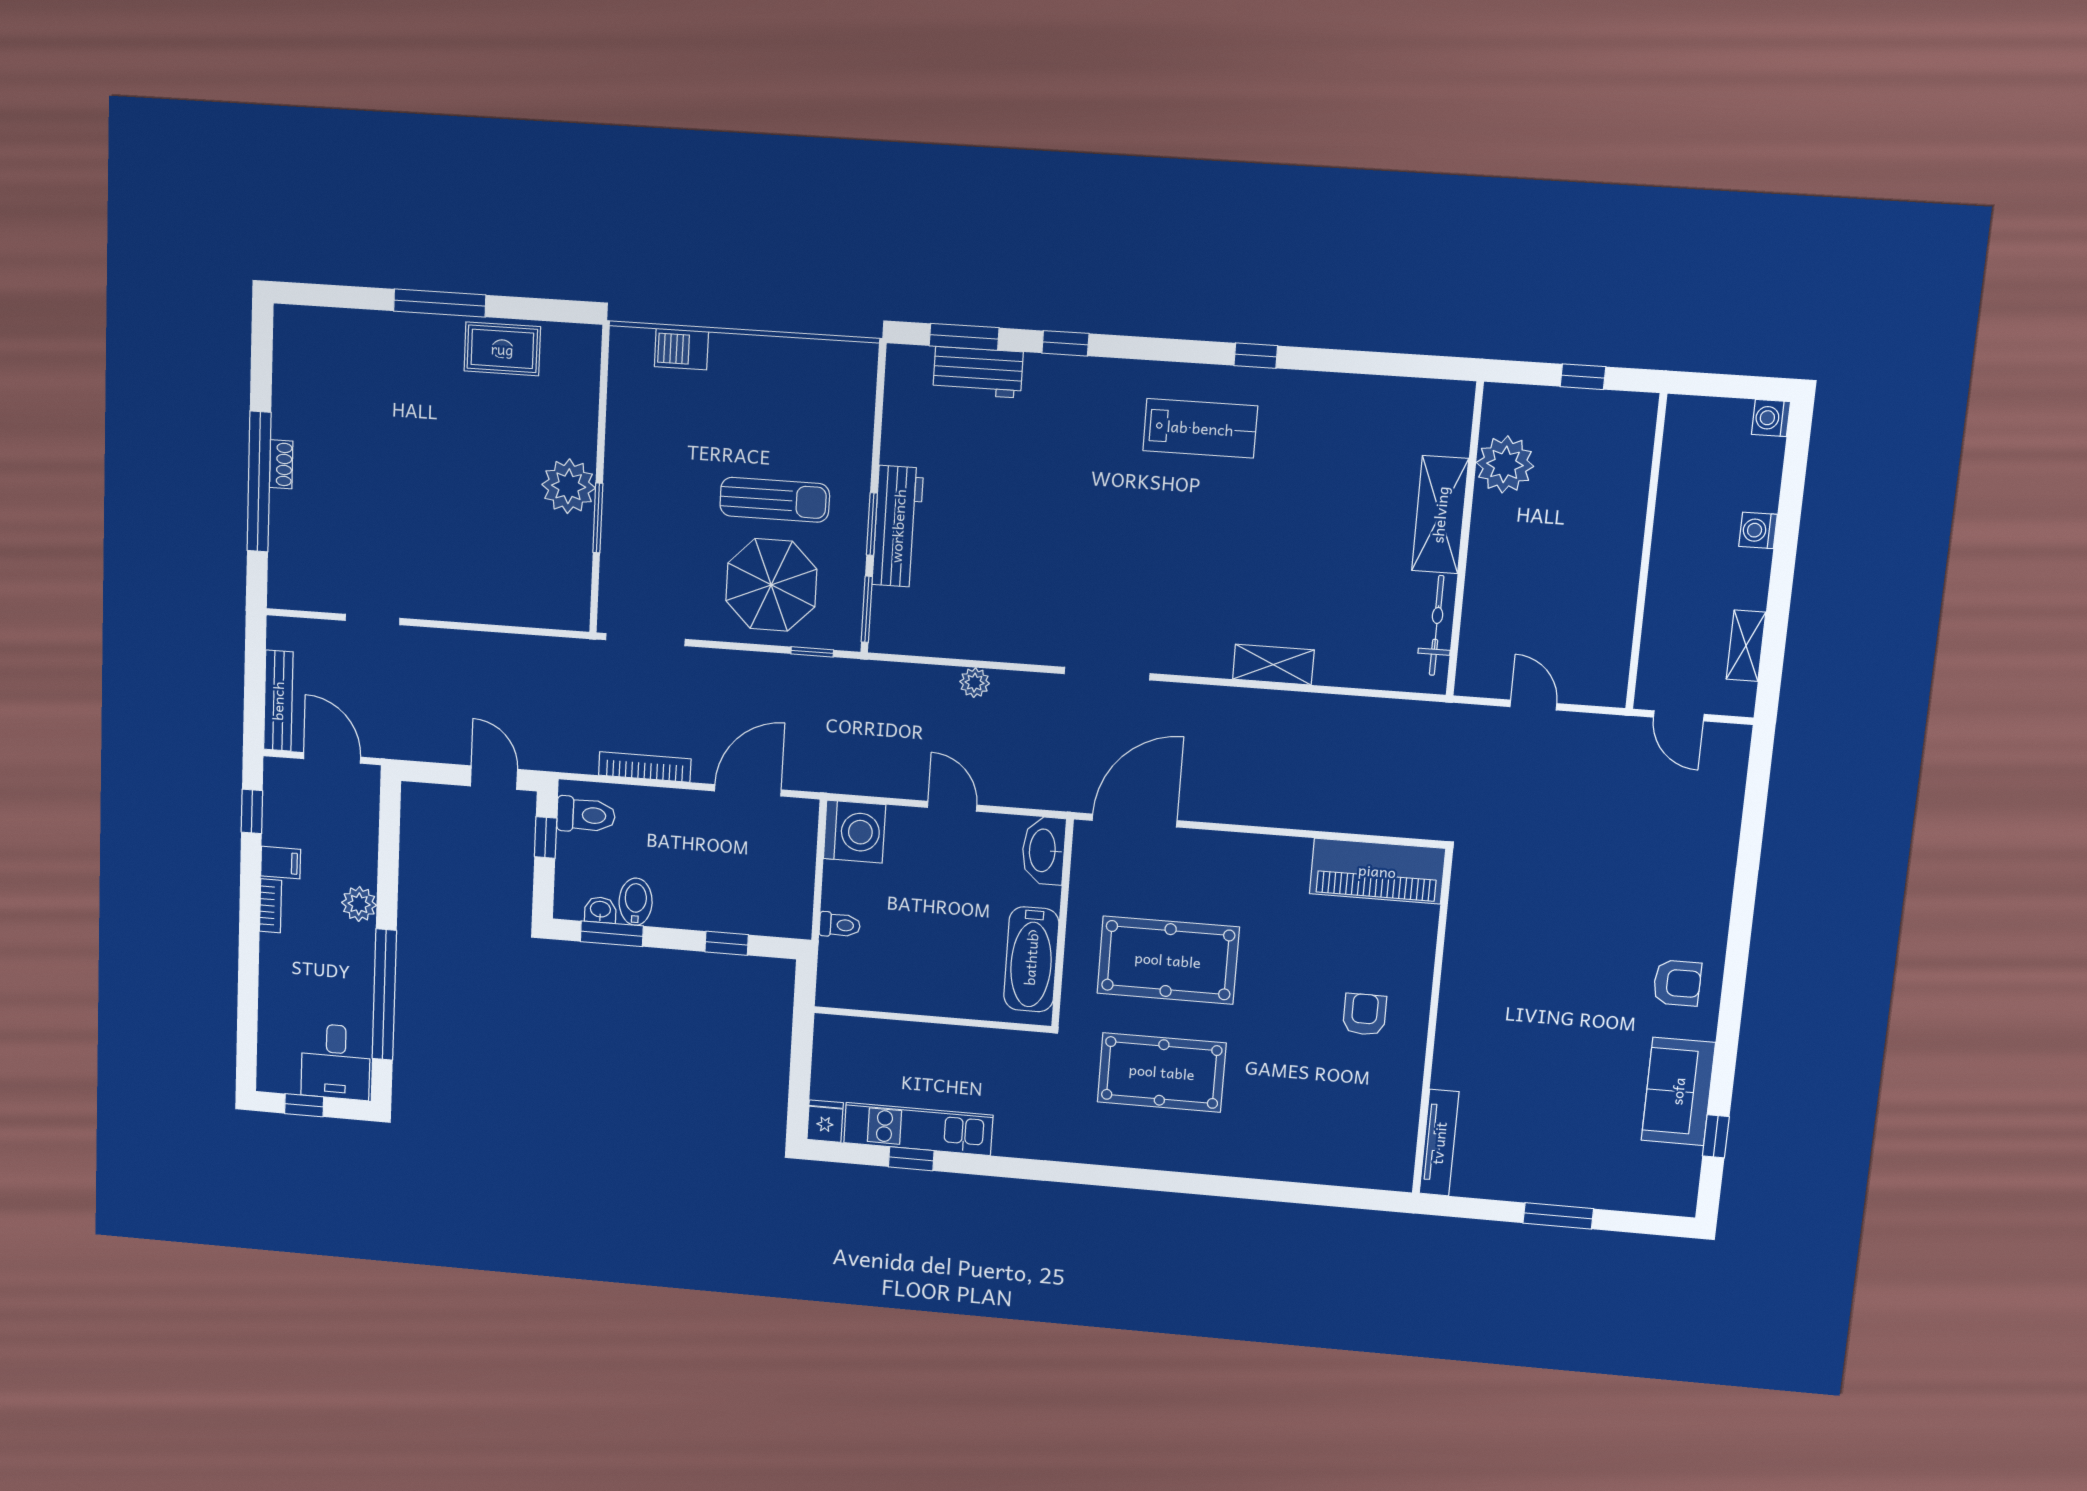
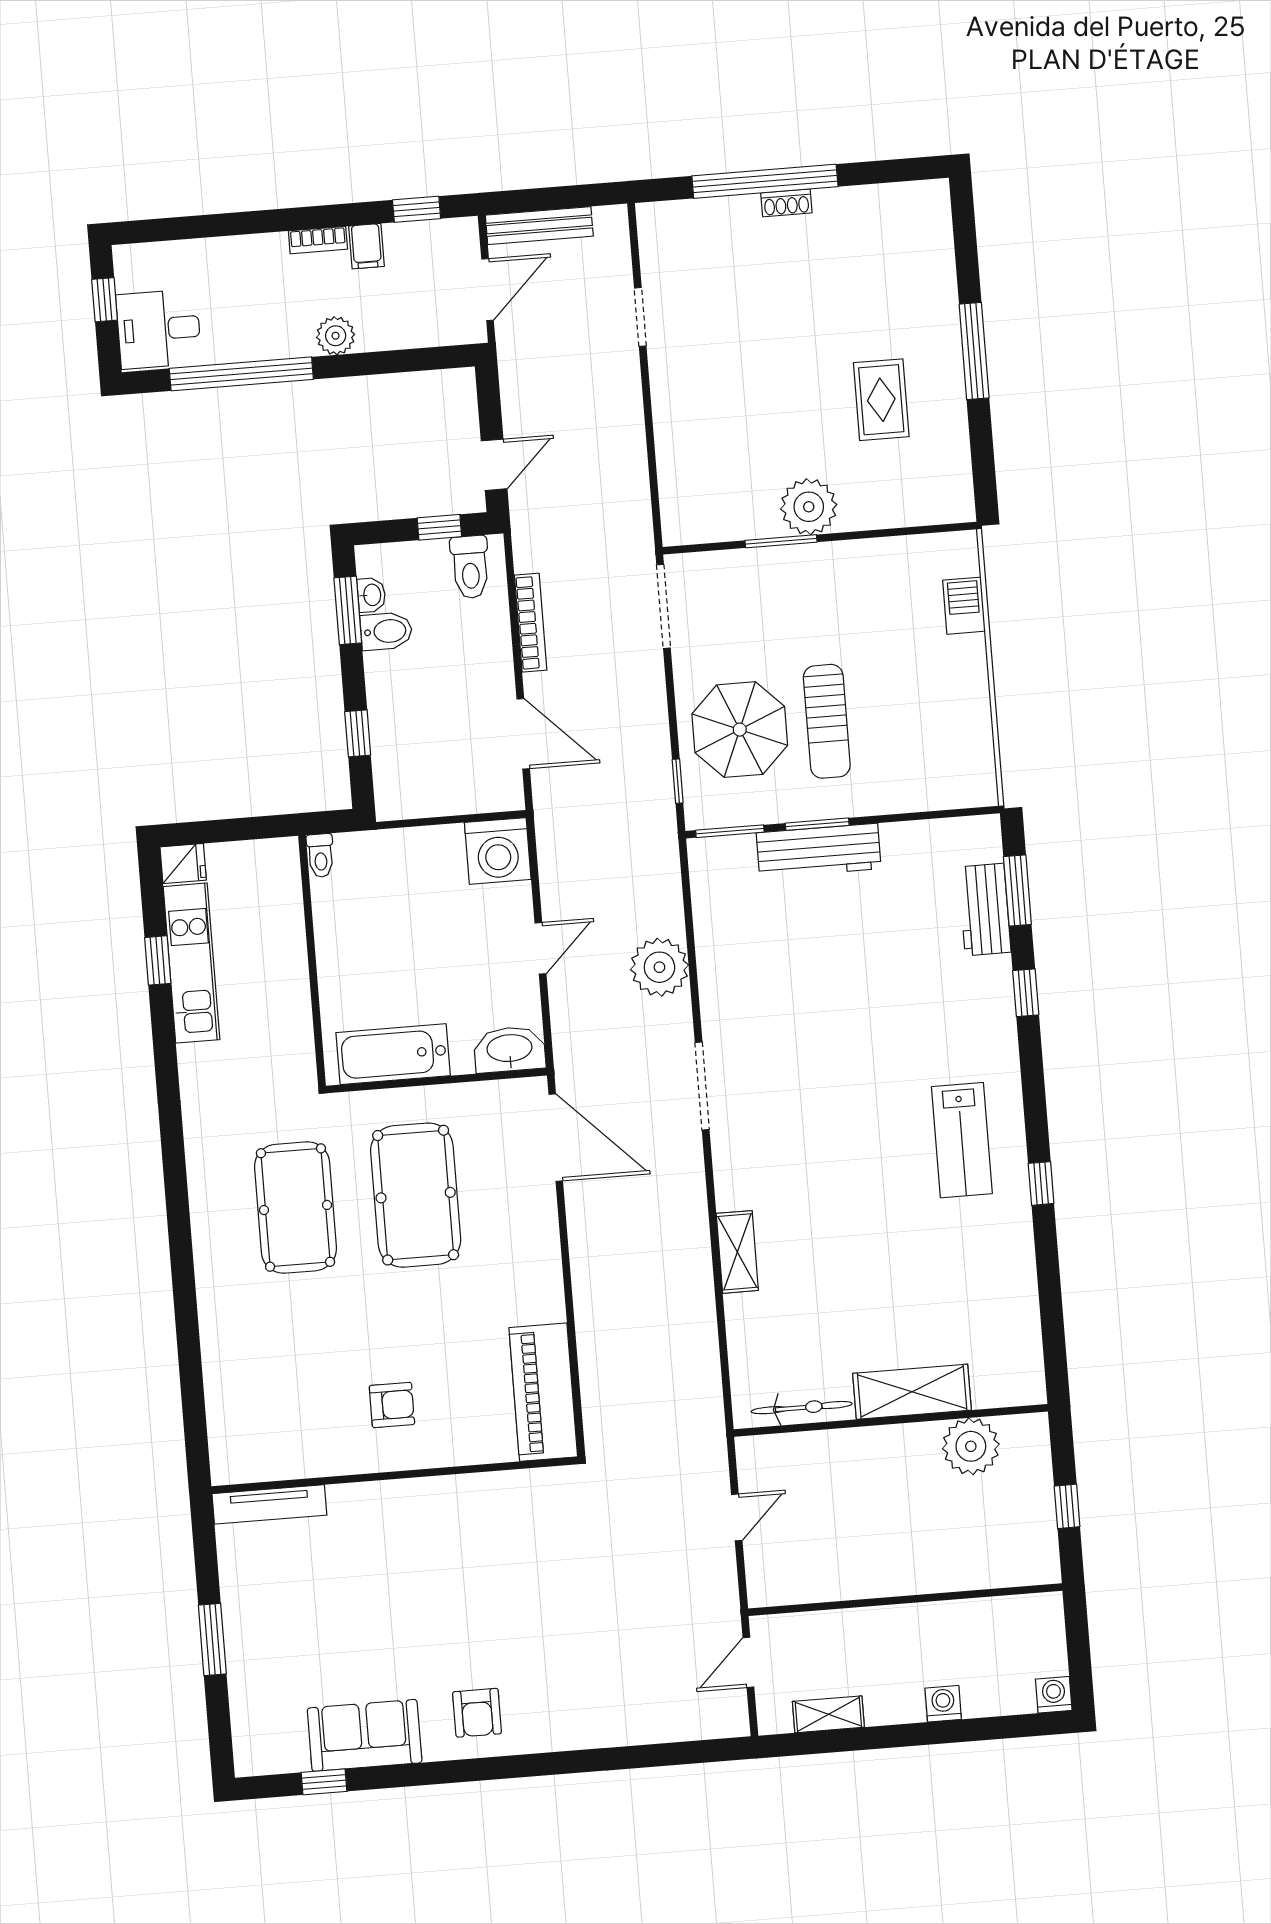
rug: (502, 349) -> (881, 400), moved
plant: (975, 683) -> (659, 967), width x1.88, depth x1.88
toilet: (840, 925) -> (320, 856), moved

